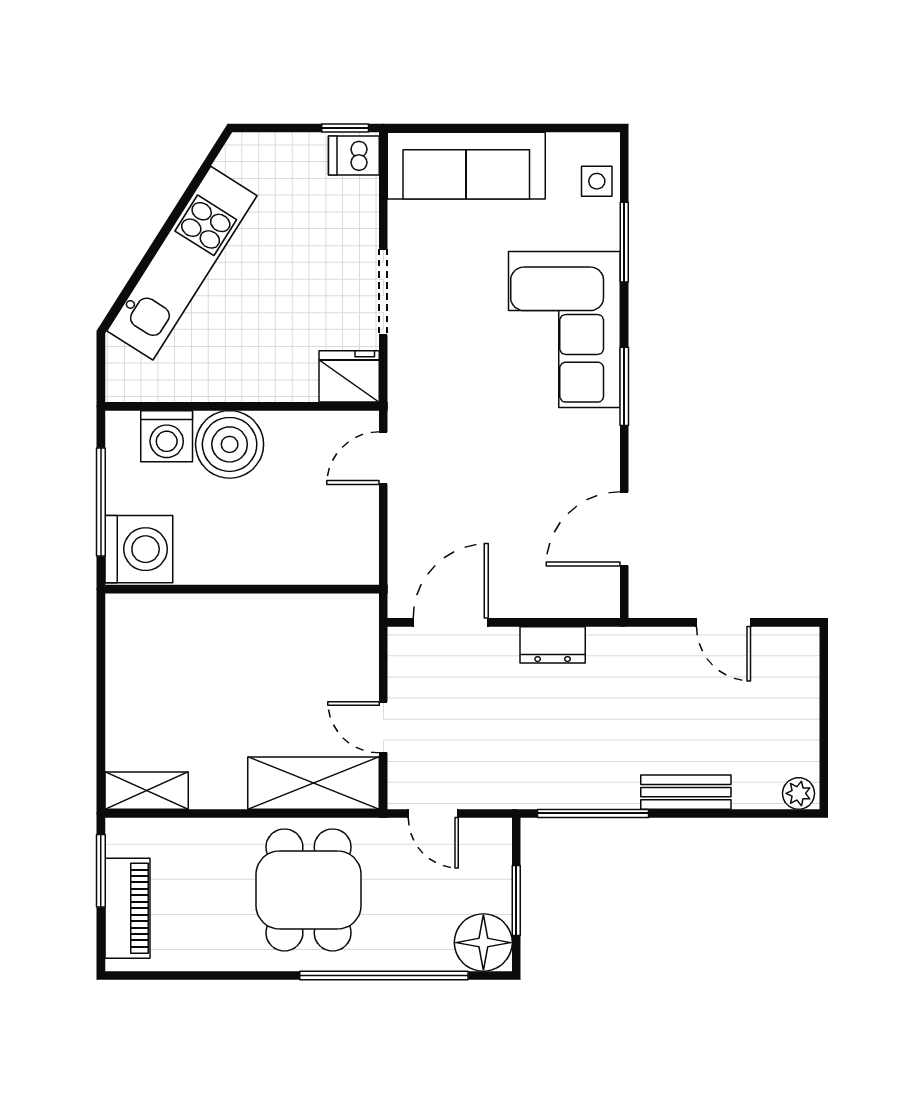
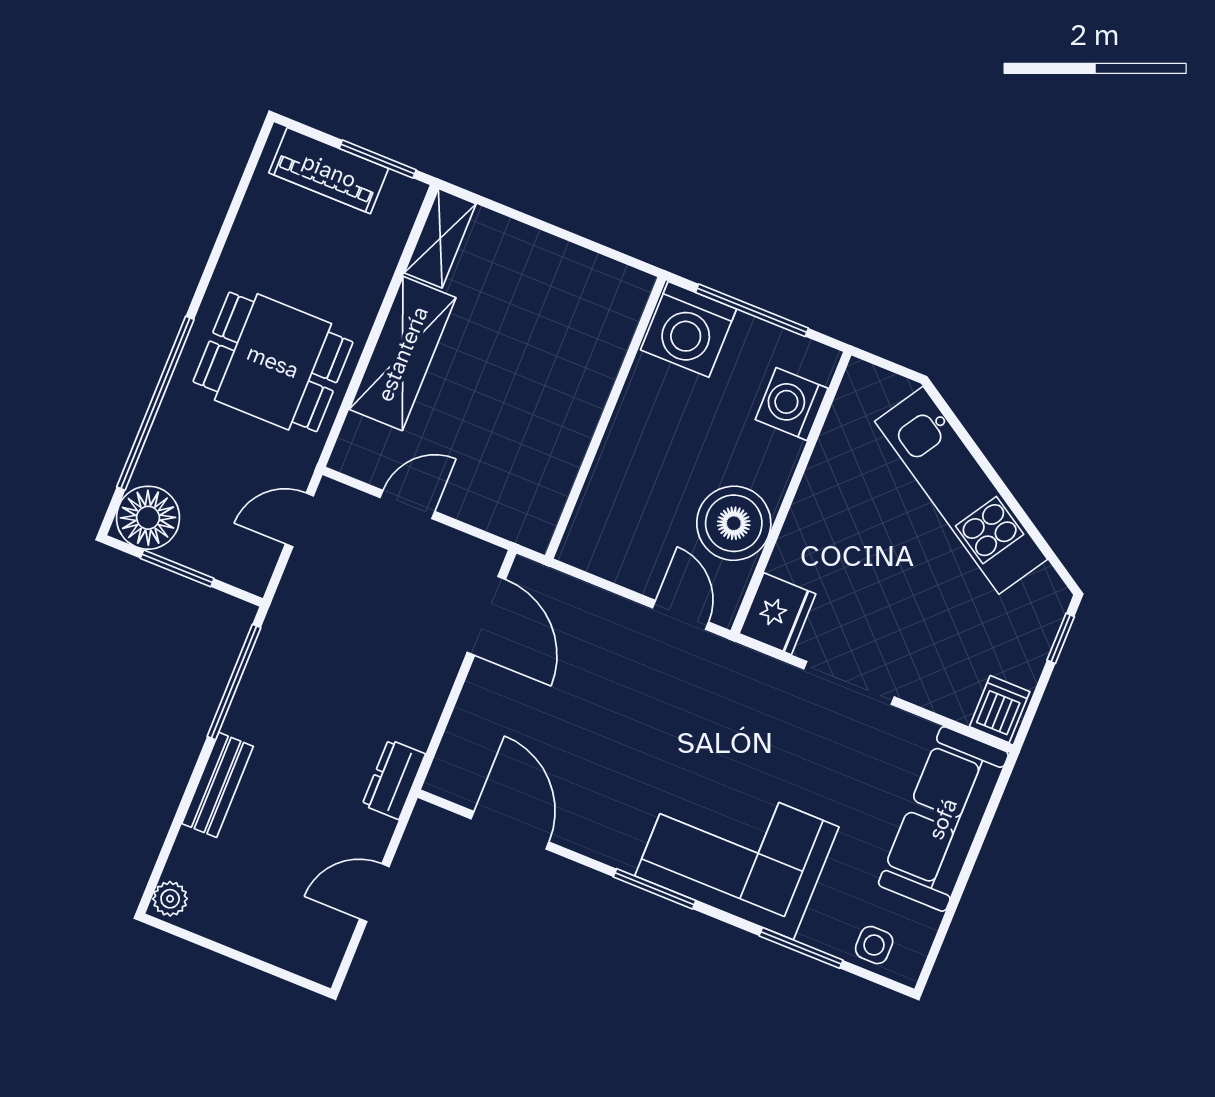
window: (345, 128) -> (1061, 638), moved
boiler: (230, 444) -> (734, 523), moved
dresser: (553, 645) -> (394, 779), moved
shelving: (314, 783) -> (403, 354), moved

